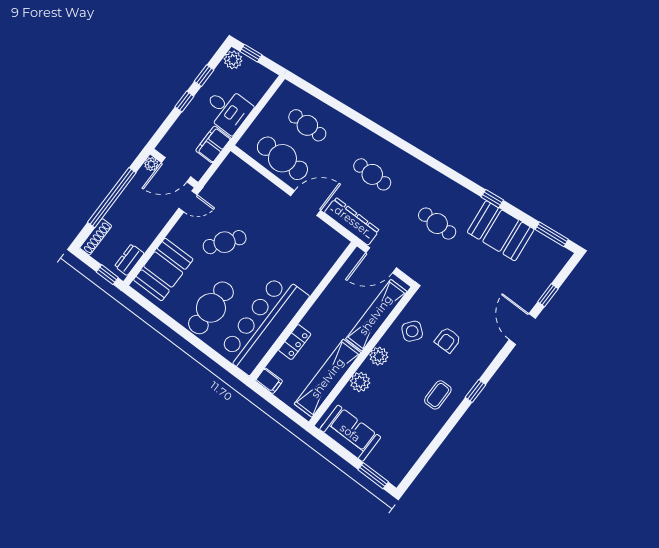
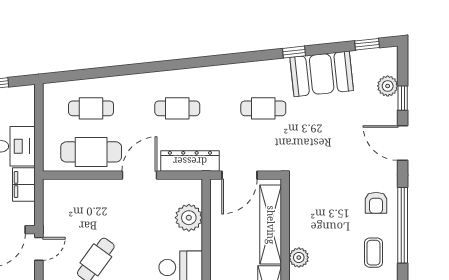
window: (552, 234) -> (367, 44), width x0.67
plant: (319, 263) -> (189, 218), added
plant: (544, 277) -> (388, 86), added
side table: (412, 331) -> (311, 215), removed
armchair: (448, 340) -> (376, 203), moved
window: (475, 391) -> (403, 225), width x3.17

